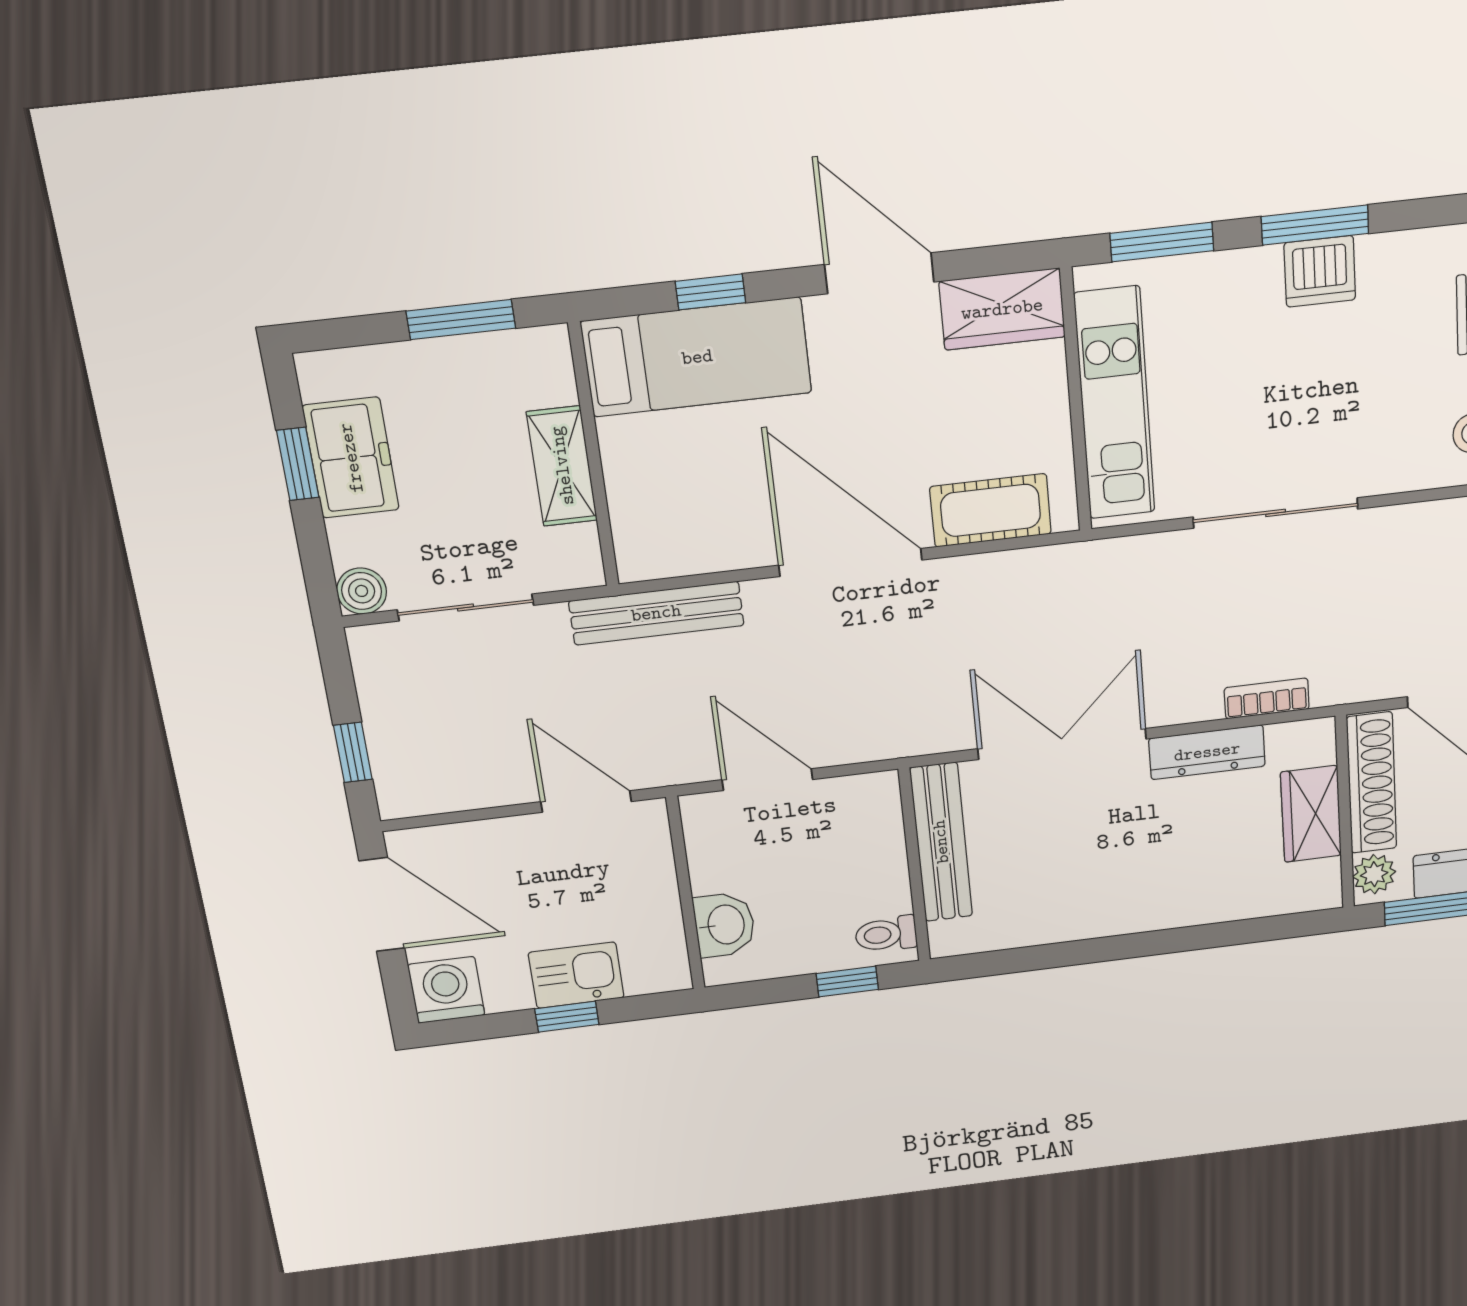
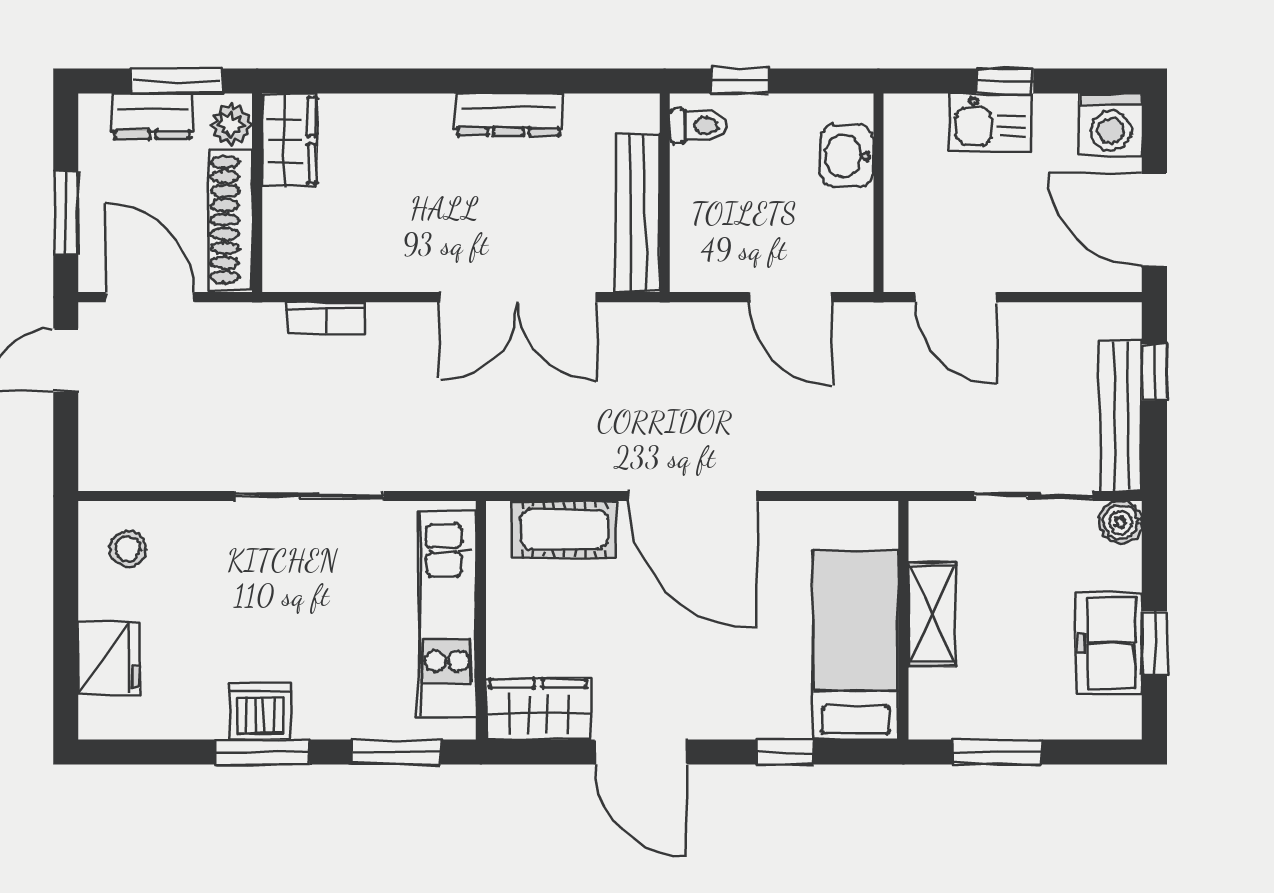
bed: (697, 357) -> (856, 645), moved, turned 90
bench: (656, 613) -> (1121, 415), moved, turned 90
dresser: (1207, 752) -> (509, 114), moved, turned 180
wardrobe: (1311, 814) -> (289, 140), moved

